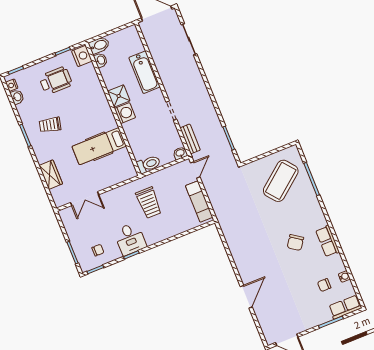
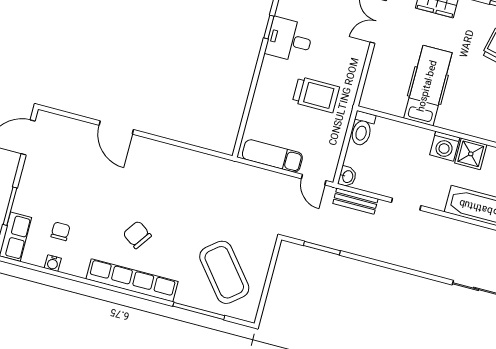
trolley: (149, 203) -> (316, 95), turned 180
row of seats: (328, 241) -> (132, 280), width x2.02

